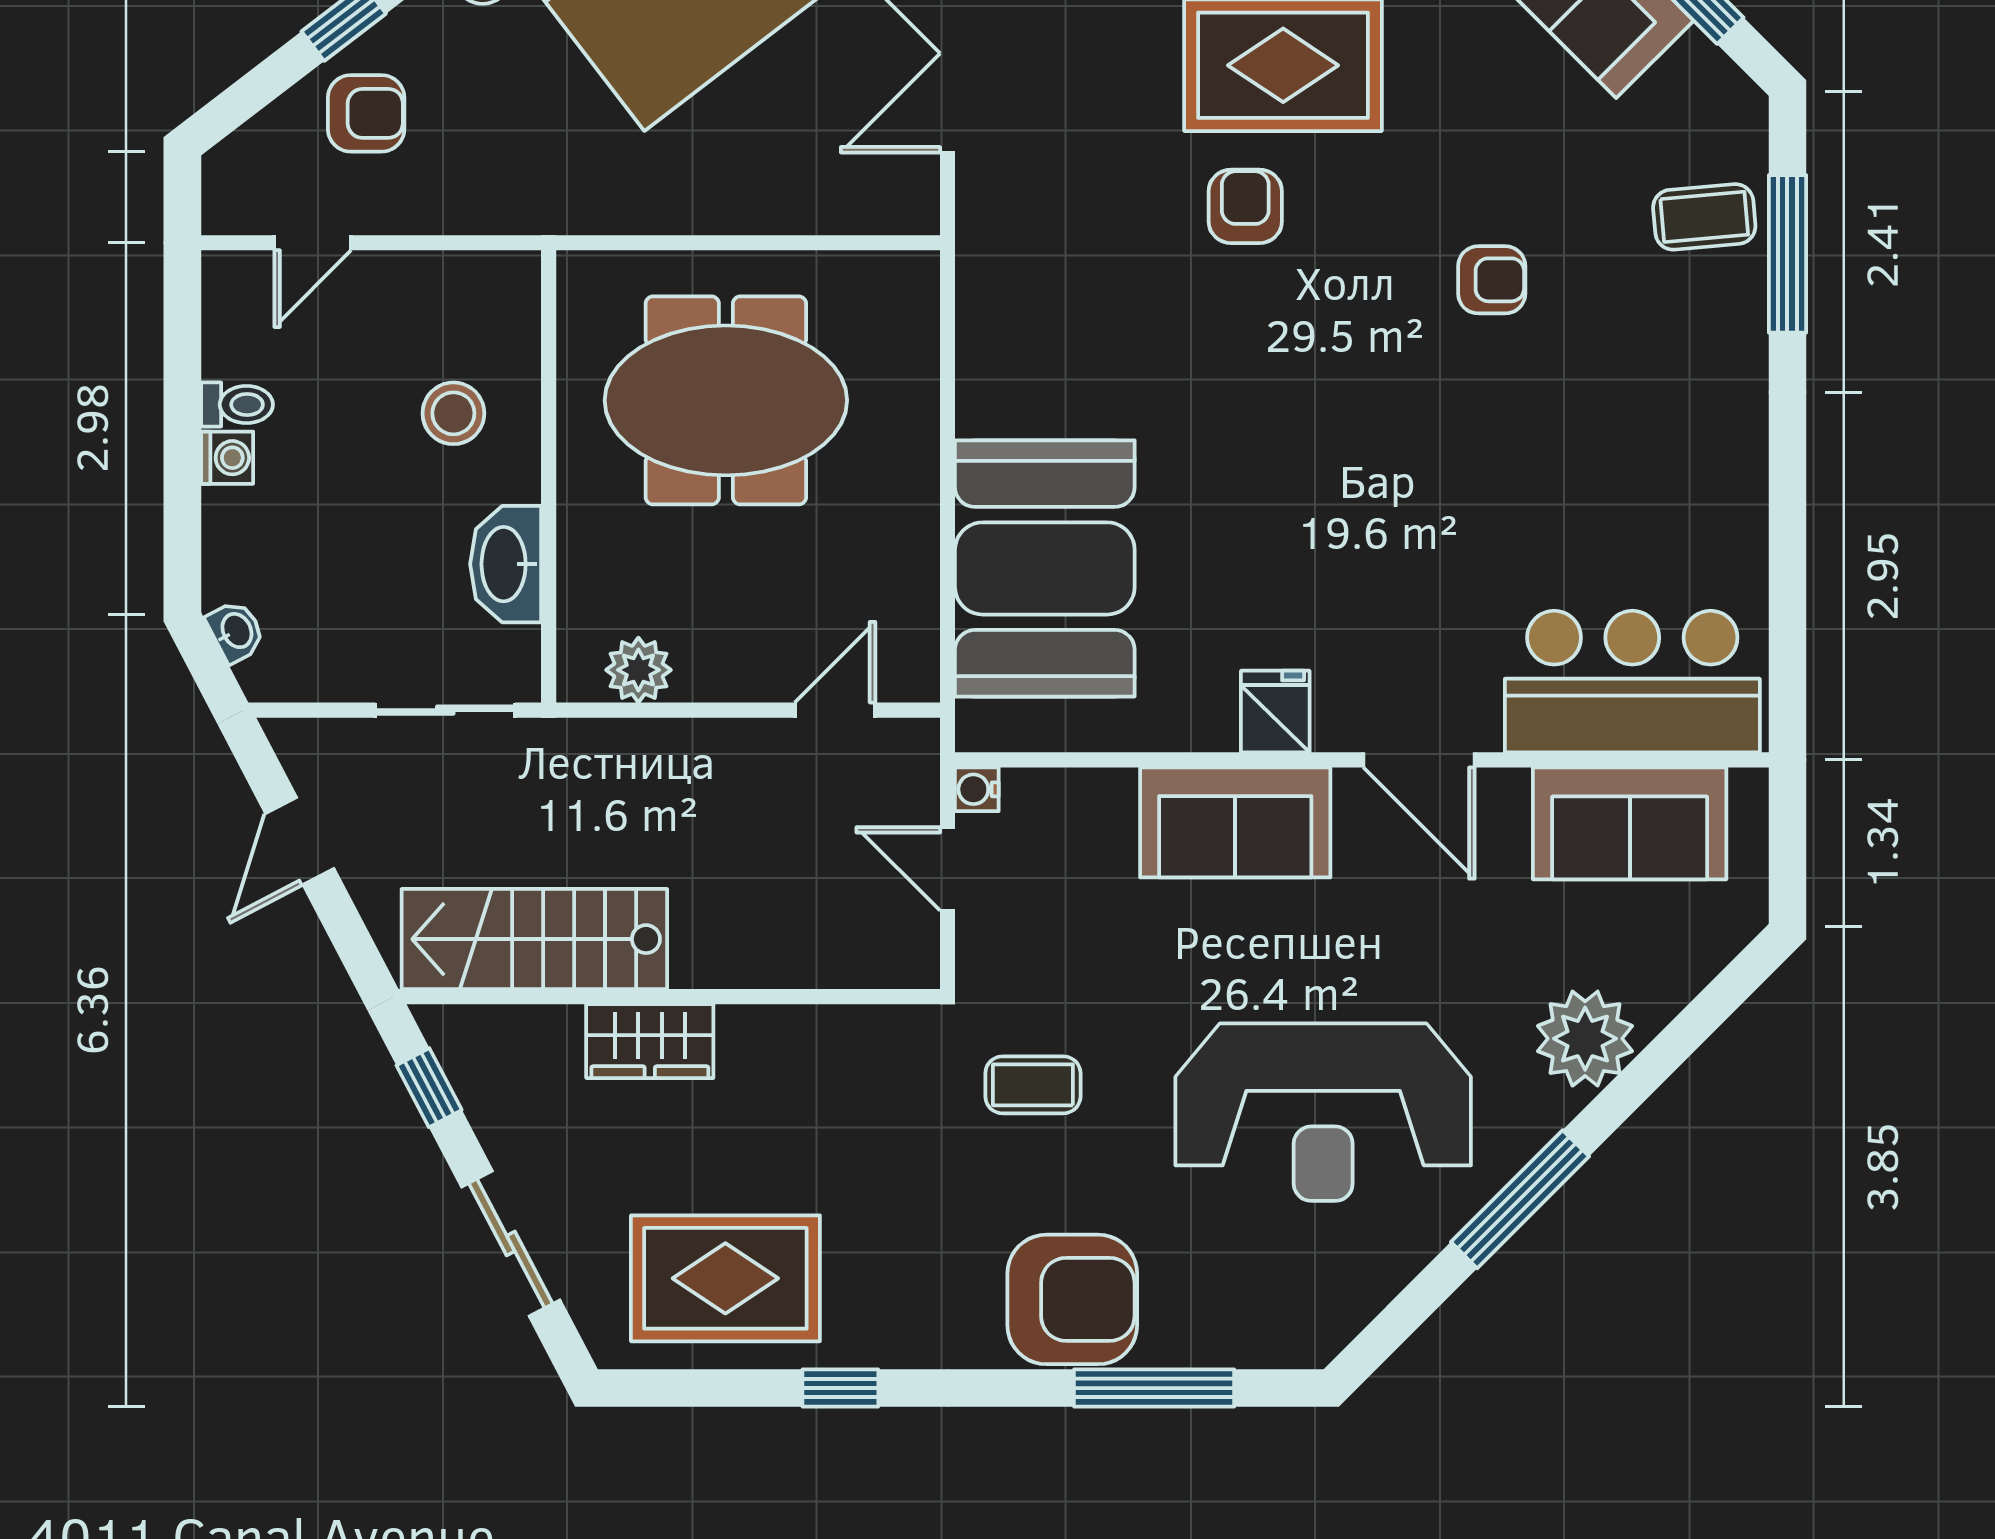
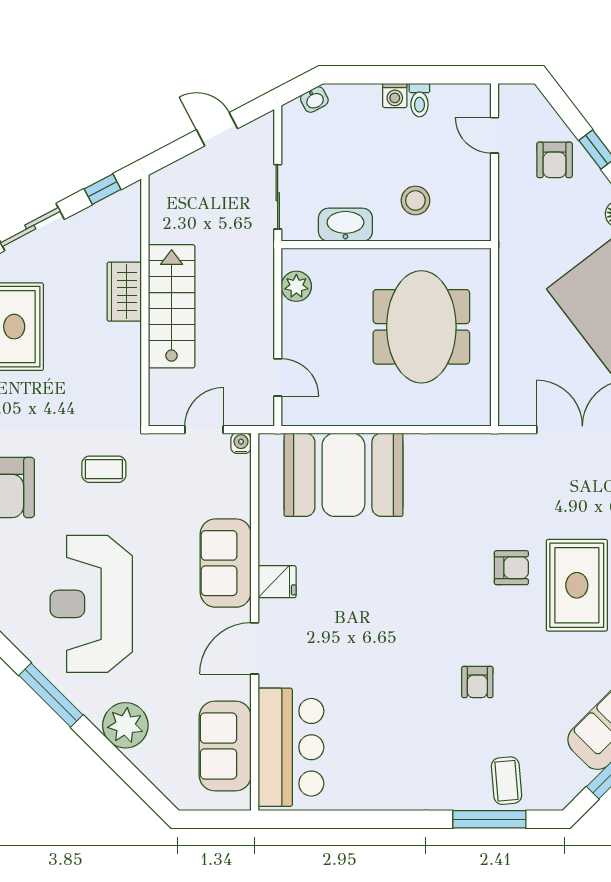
stairs: (534, 939) -> (172, 306), moved
coffee table: (1033, 1085) -> (104, 469), turned 90

